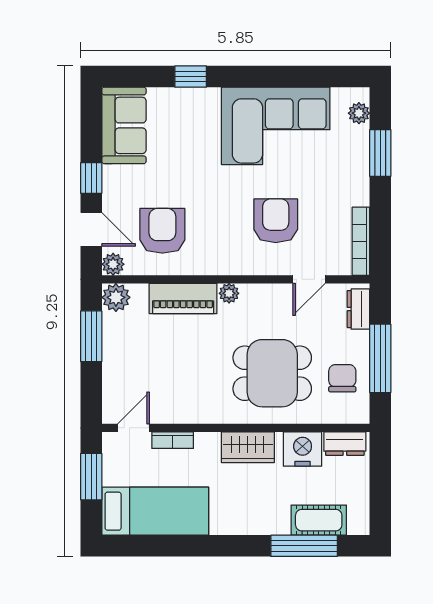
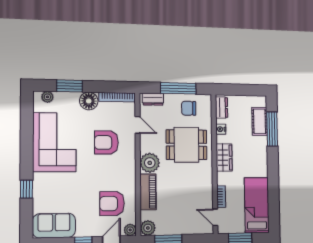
floor lamp: (353, 188) -> (89, 101), added
plant: (229, 293) -> (150, 163), width x1.88, depth x1.88
dining table: (272, 373) -> (187, 145), turned 90
nightstand: (303, 449) -> (221, 129), width x0.53, depth x0.56

